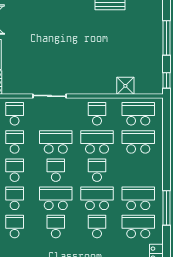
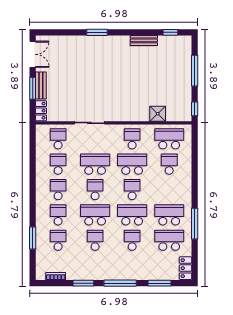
school desk: (138, 142) -> (169, 164), width x0.54

